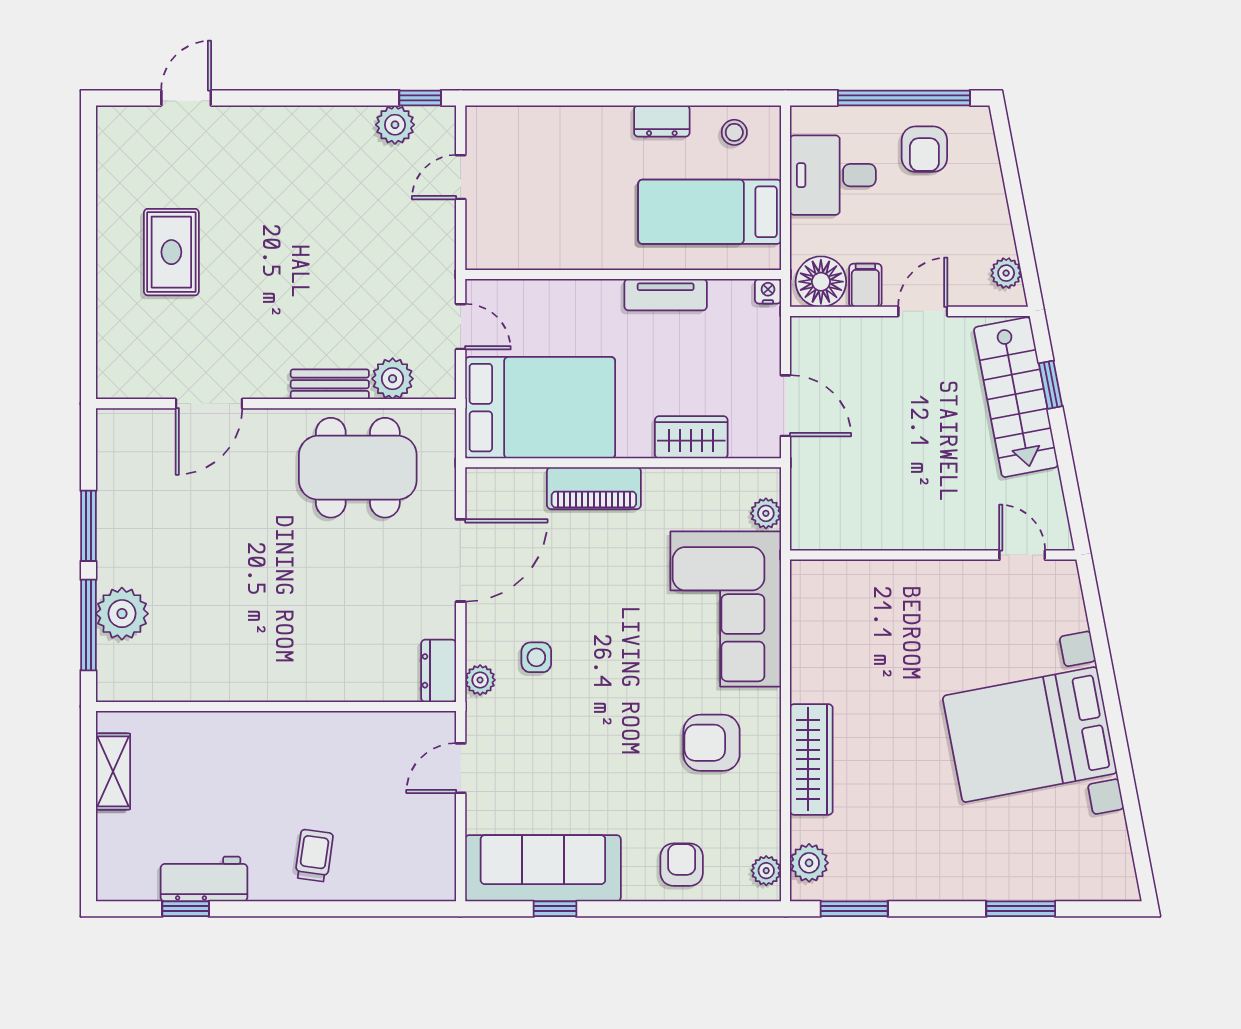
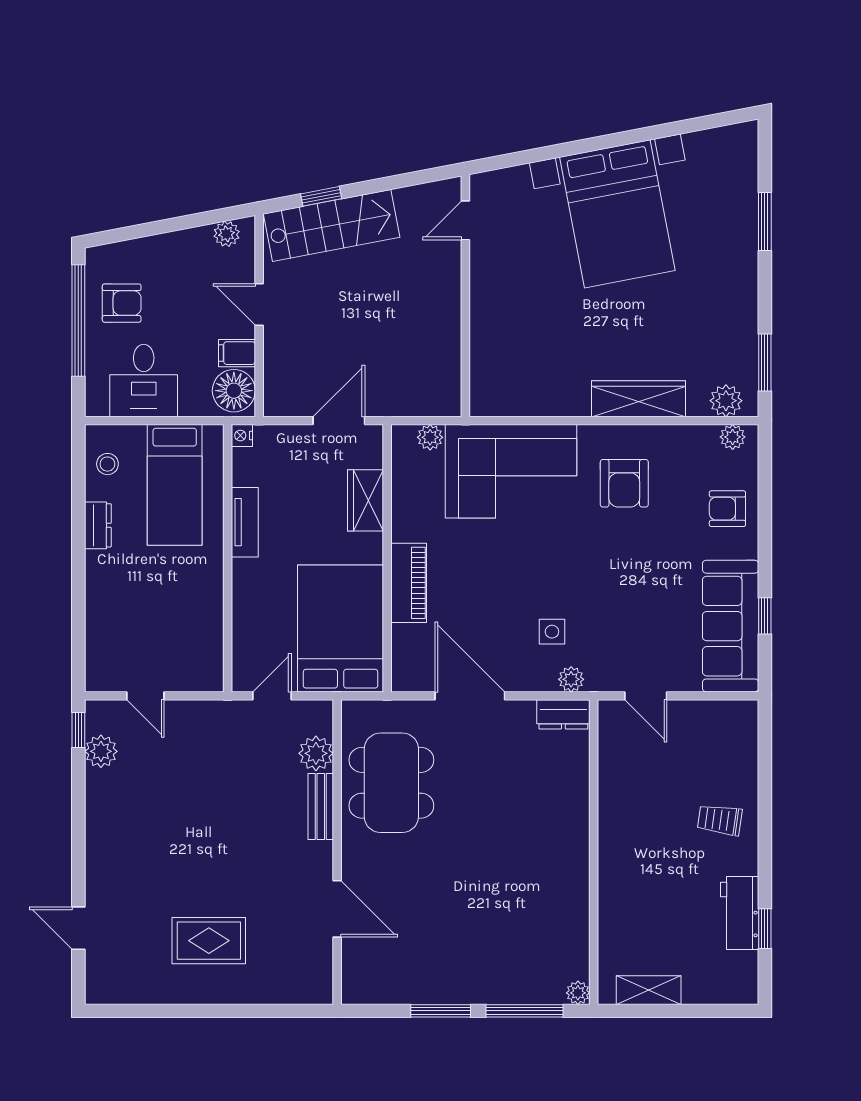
plant: (122, 614) -> (578, 993), moved, width x0.53, depth x0.53

